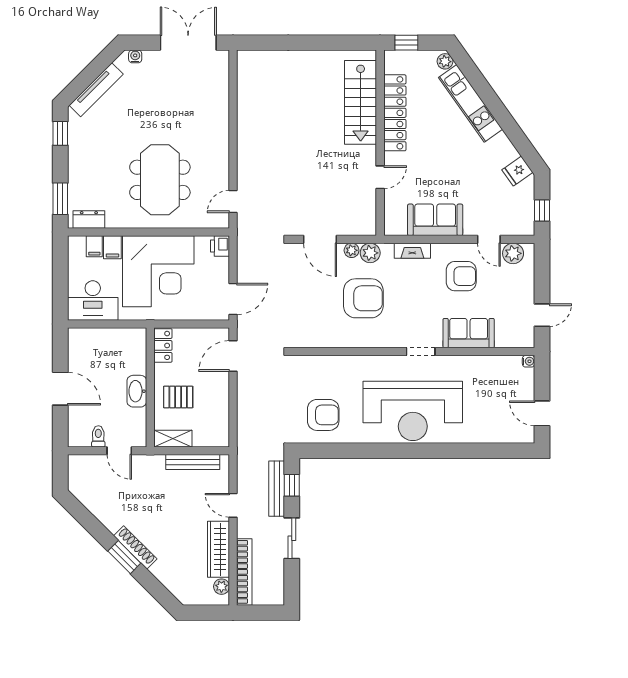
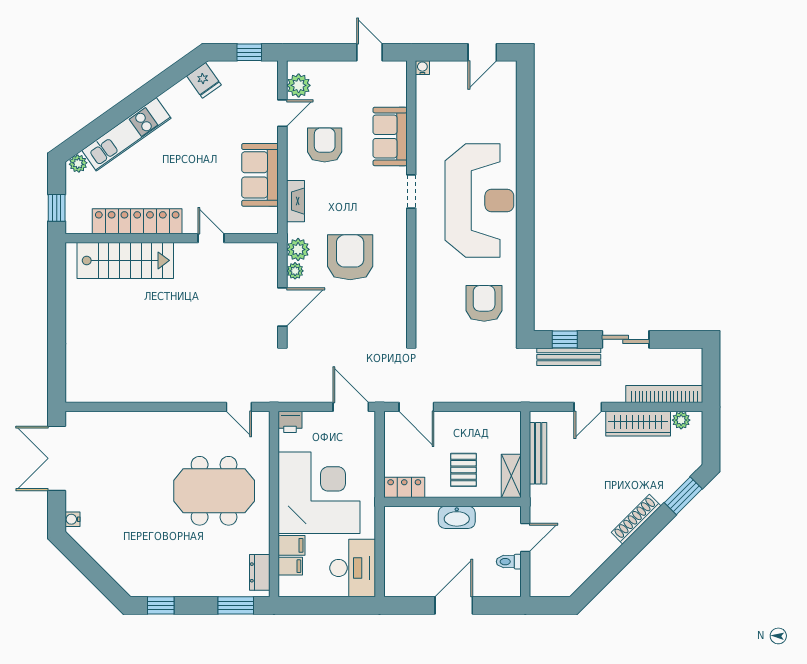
tv unit: (96, 90) -> (111, 564), removed
window: (124, 557) -> (683, 496), moved

